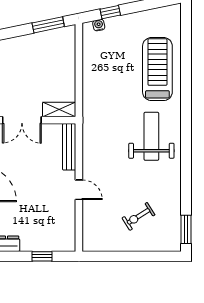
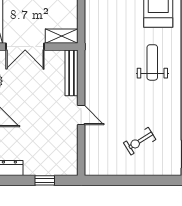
weight bench: (151, 136) -> (152, 62), width x0.73, depth x0.75

